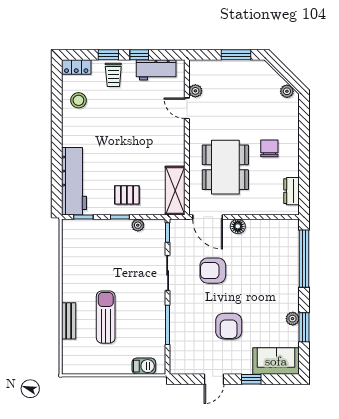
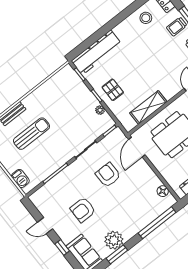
shelving: (175, 191) -> (148, 107), moved
floor lamp: (238, 226) -> (163, 191), moved
plant: (293, 319) -> (114, 240), width x1.88, depth x1.88

